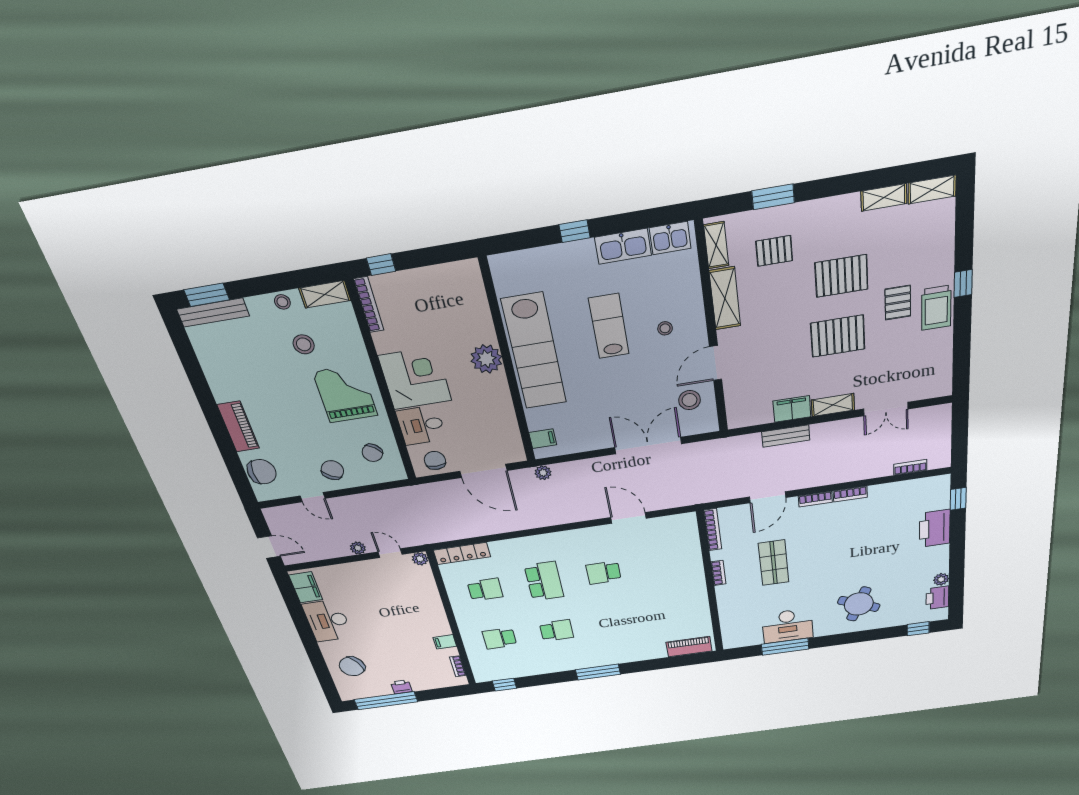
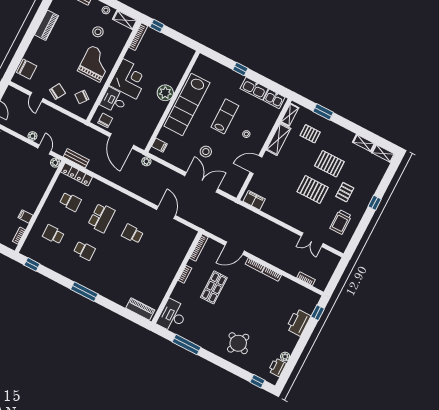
trolley: (936, 308) -> (341, 222), moved
stool: (689, 400) -> (206, 152), moved
shelving: (833, 405) -> (291, 221), removed
filing cabinet: (792, 409) -> (254, 200), moved
piano: (238, 427) -> (47, 25), moved
bench: (786, 436) -> (76, 158), moved
desk: (787, 626) -> (172, 316), moved, turned 90

